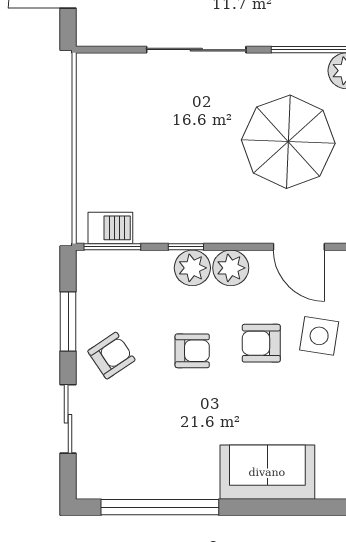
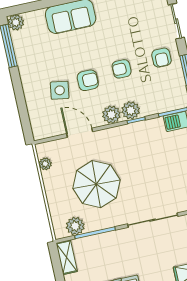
armchair: (111, 356) -> (161, 58), turned -56

